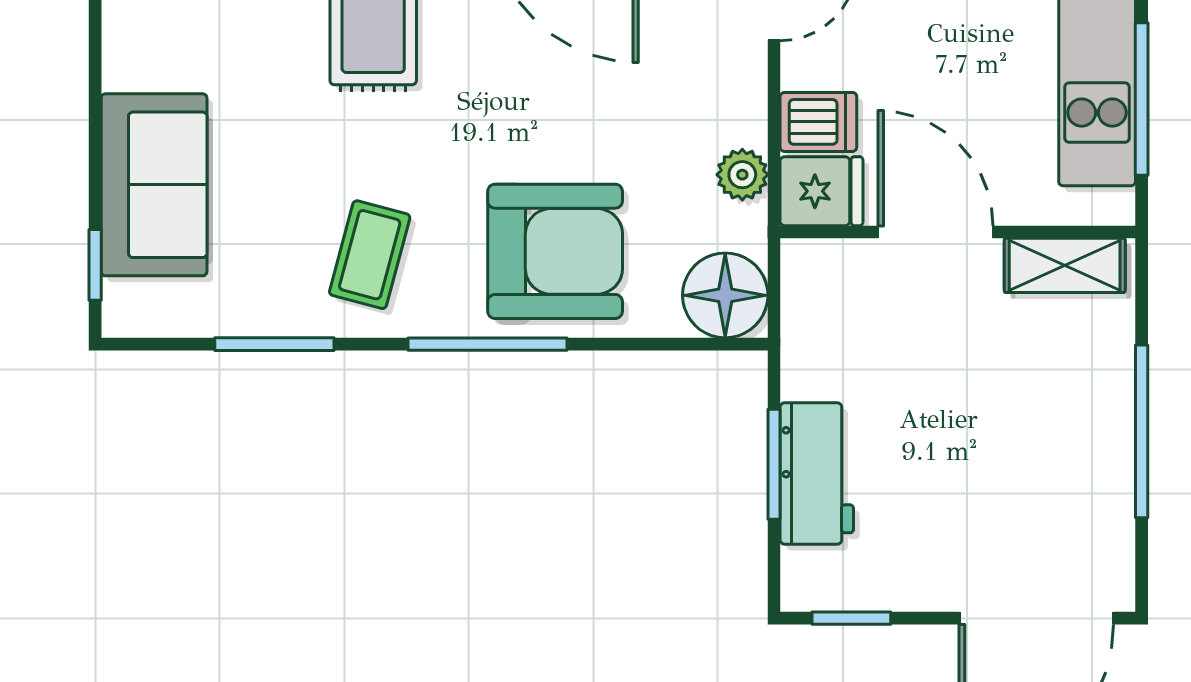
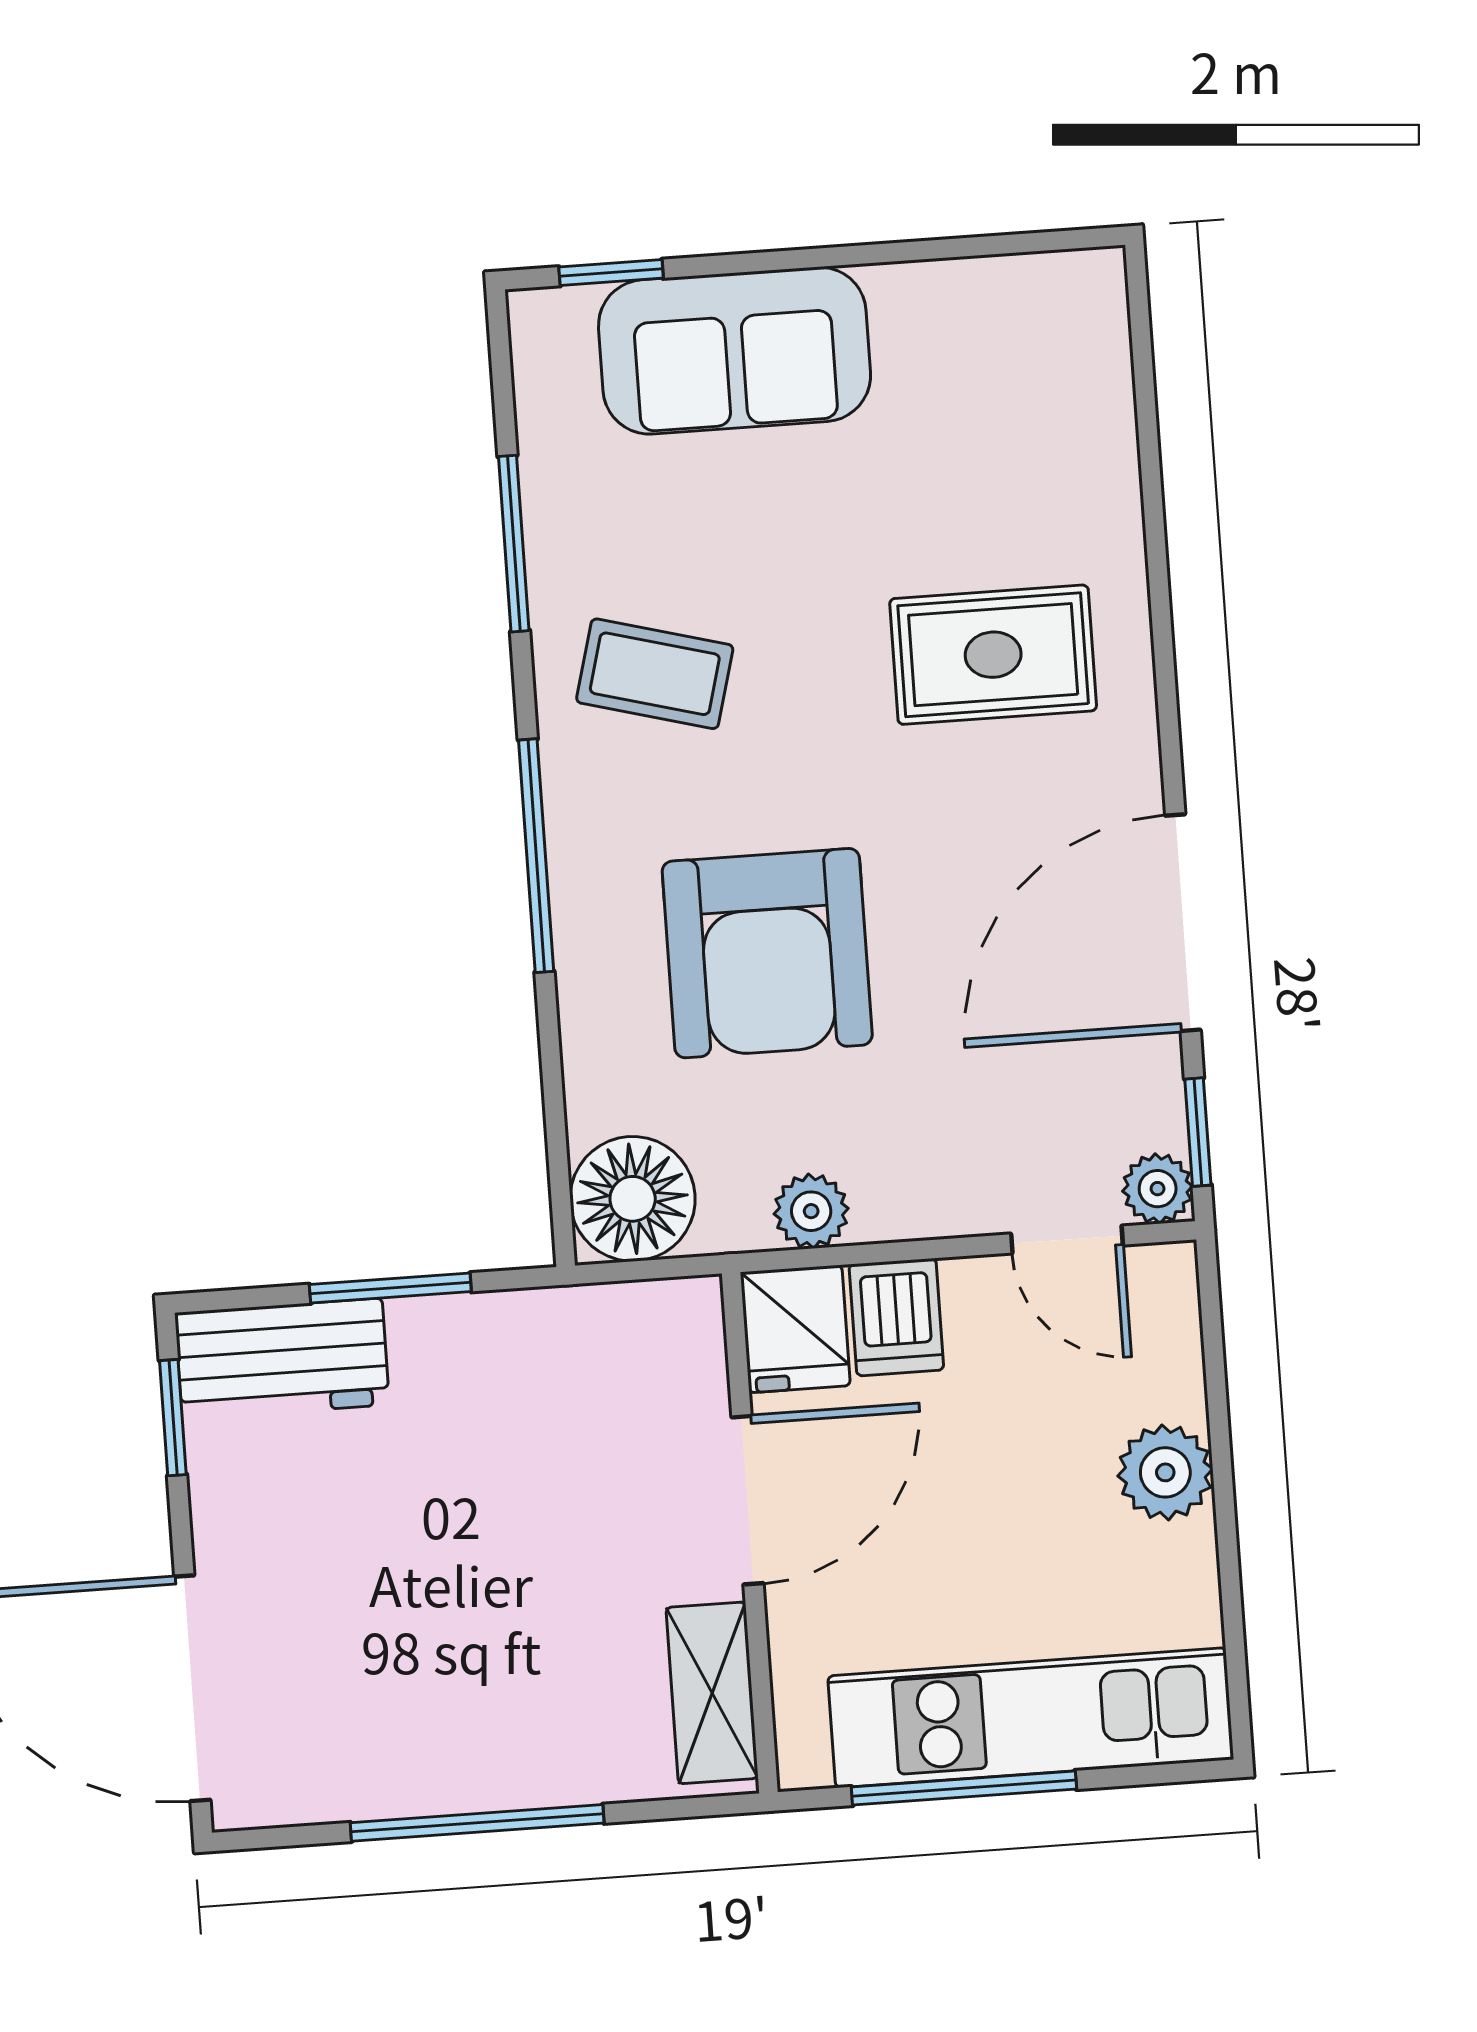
armchair: (555, 251) -> (767, 953), moved
workbench: (817, 473) -> (282, 1359), moved

